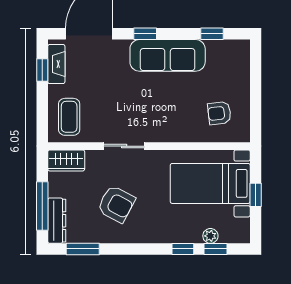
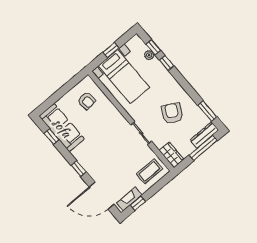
sofa: (168, 55) -> (62, 128), moved

